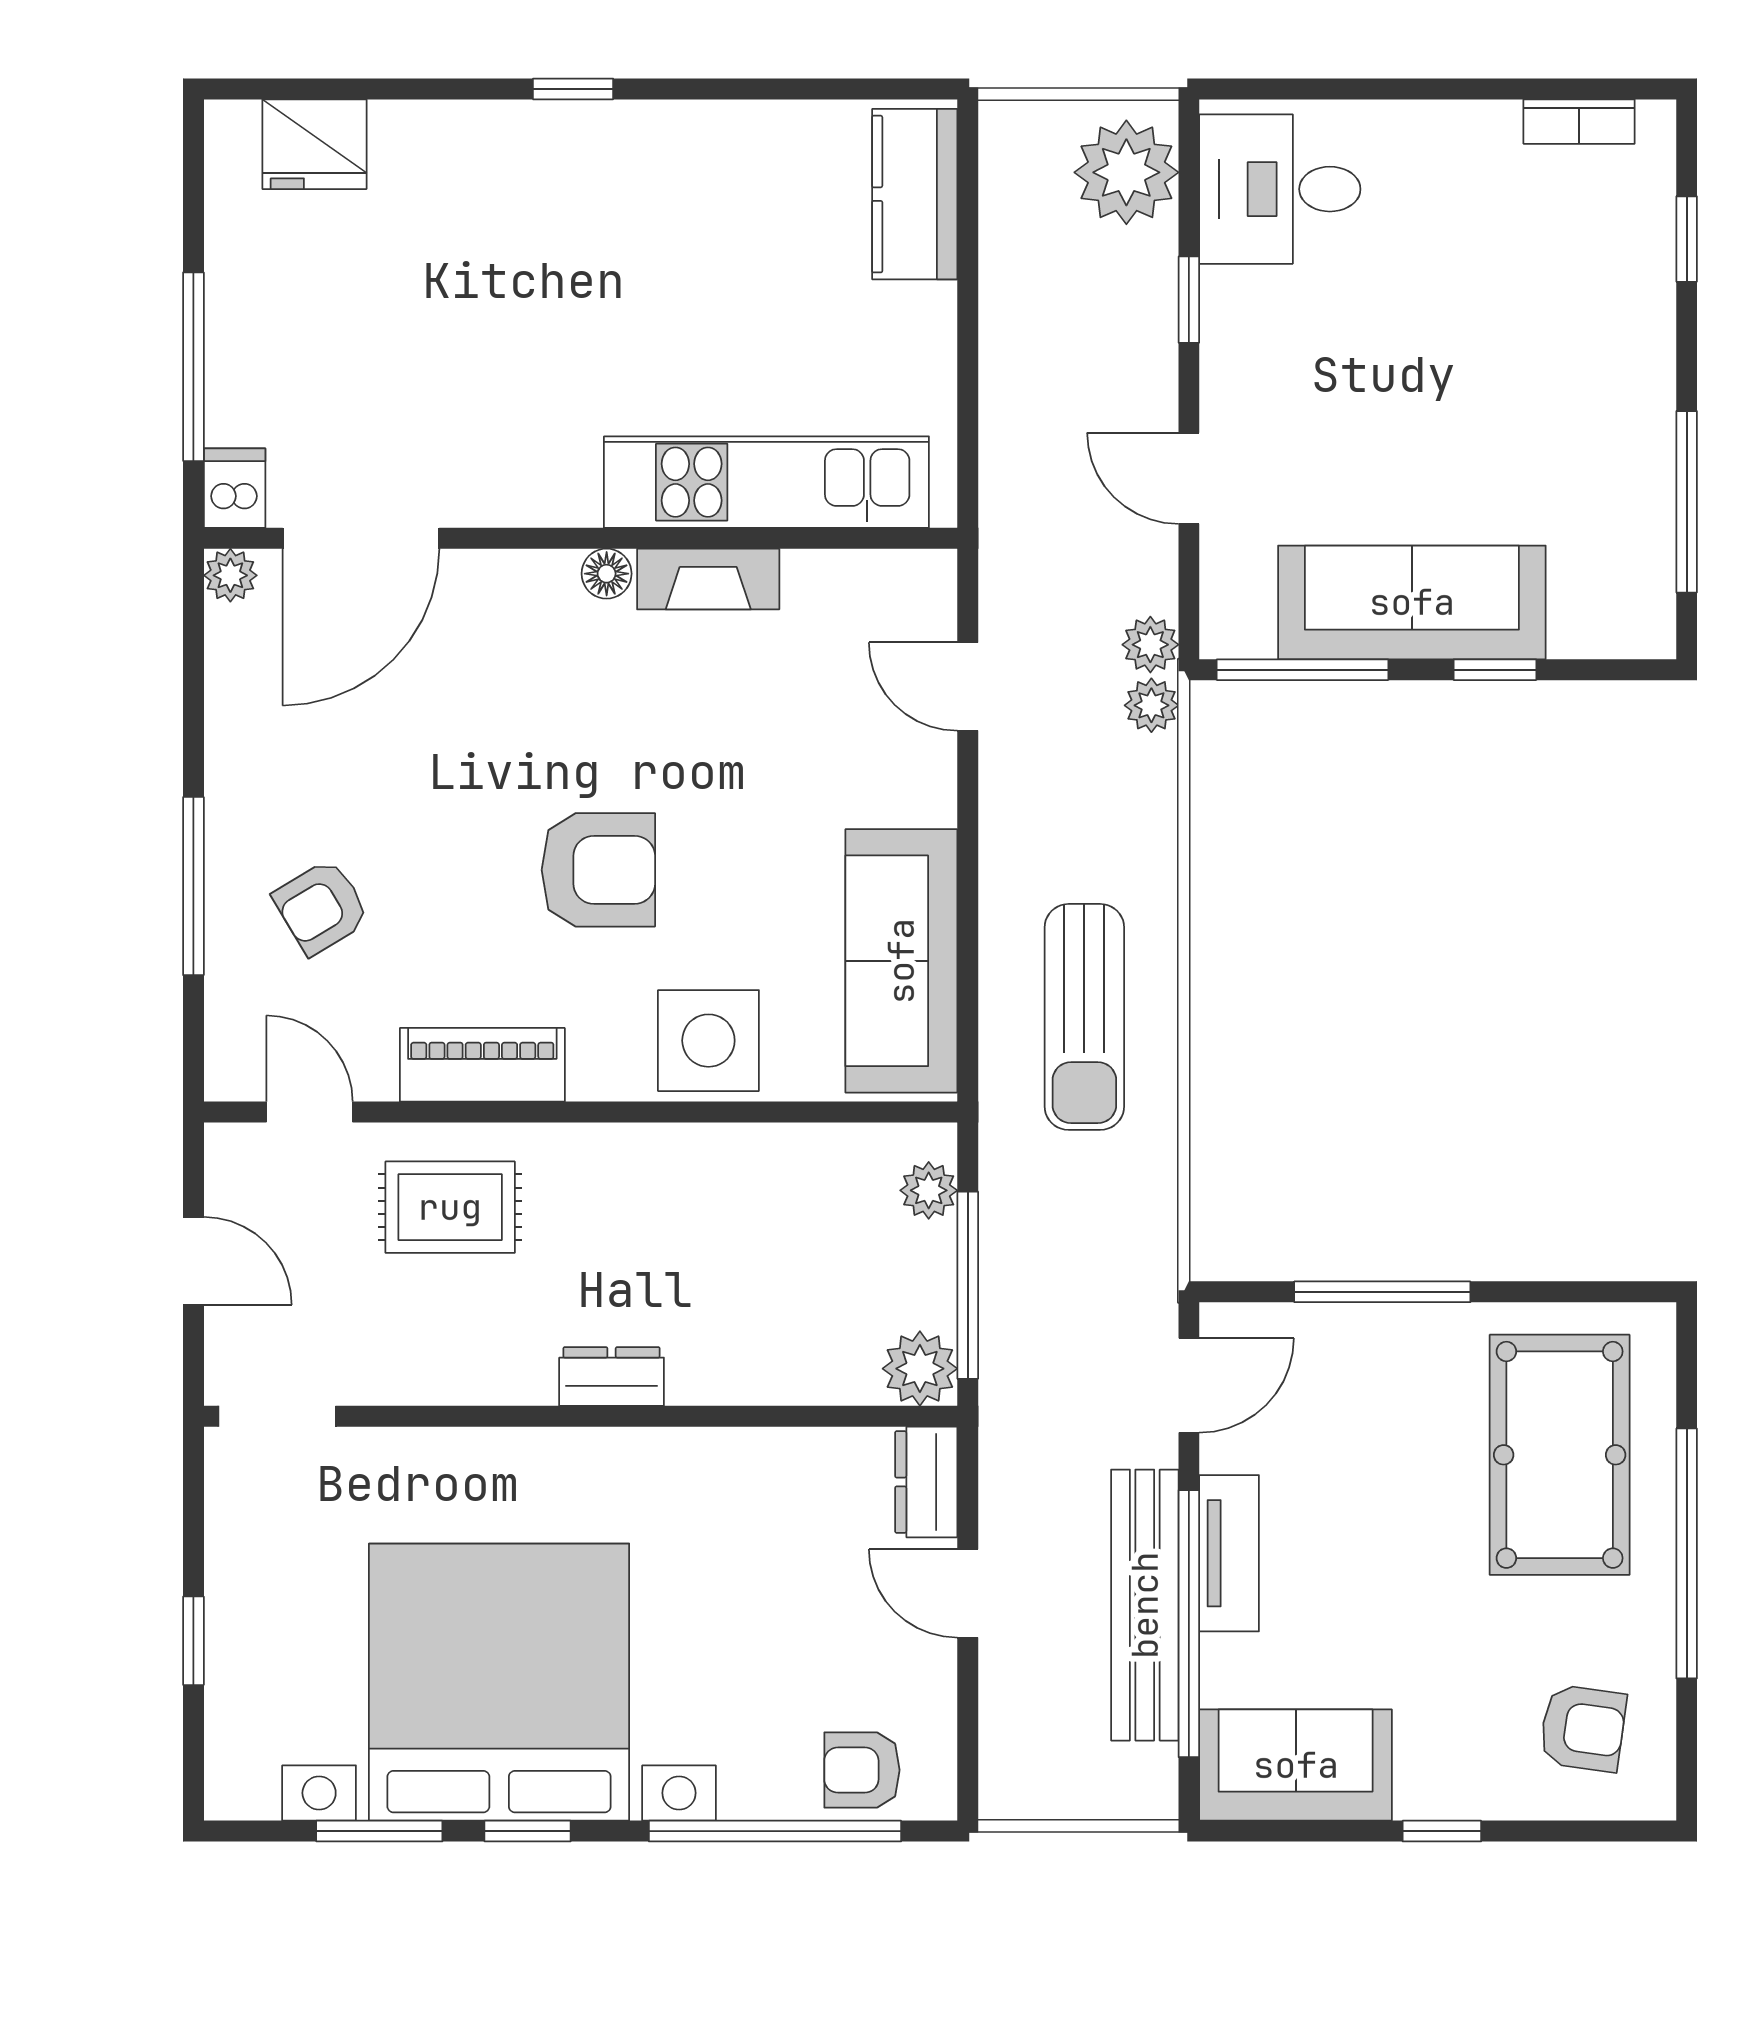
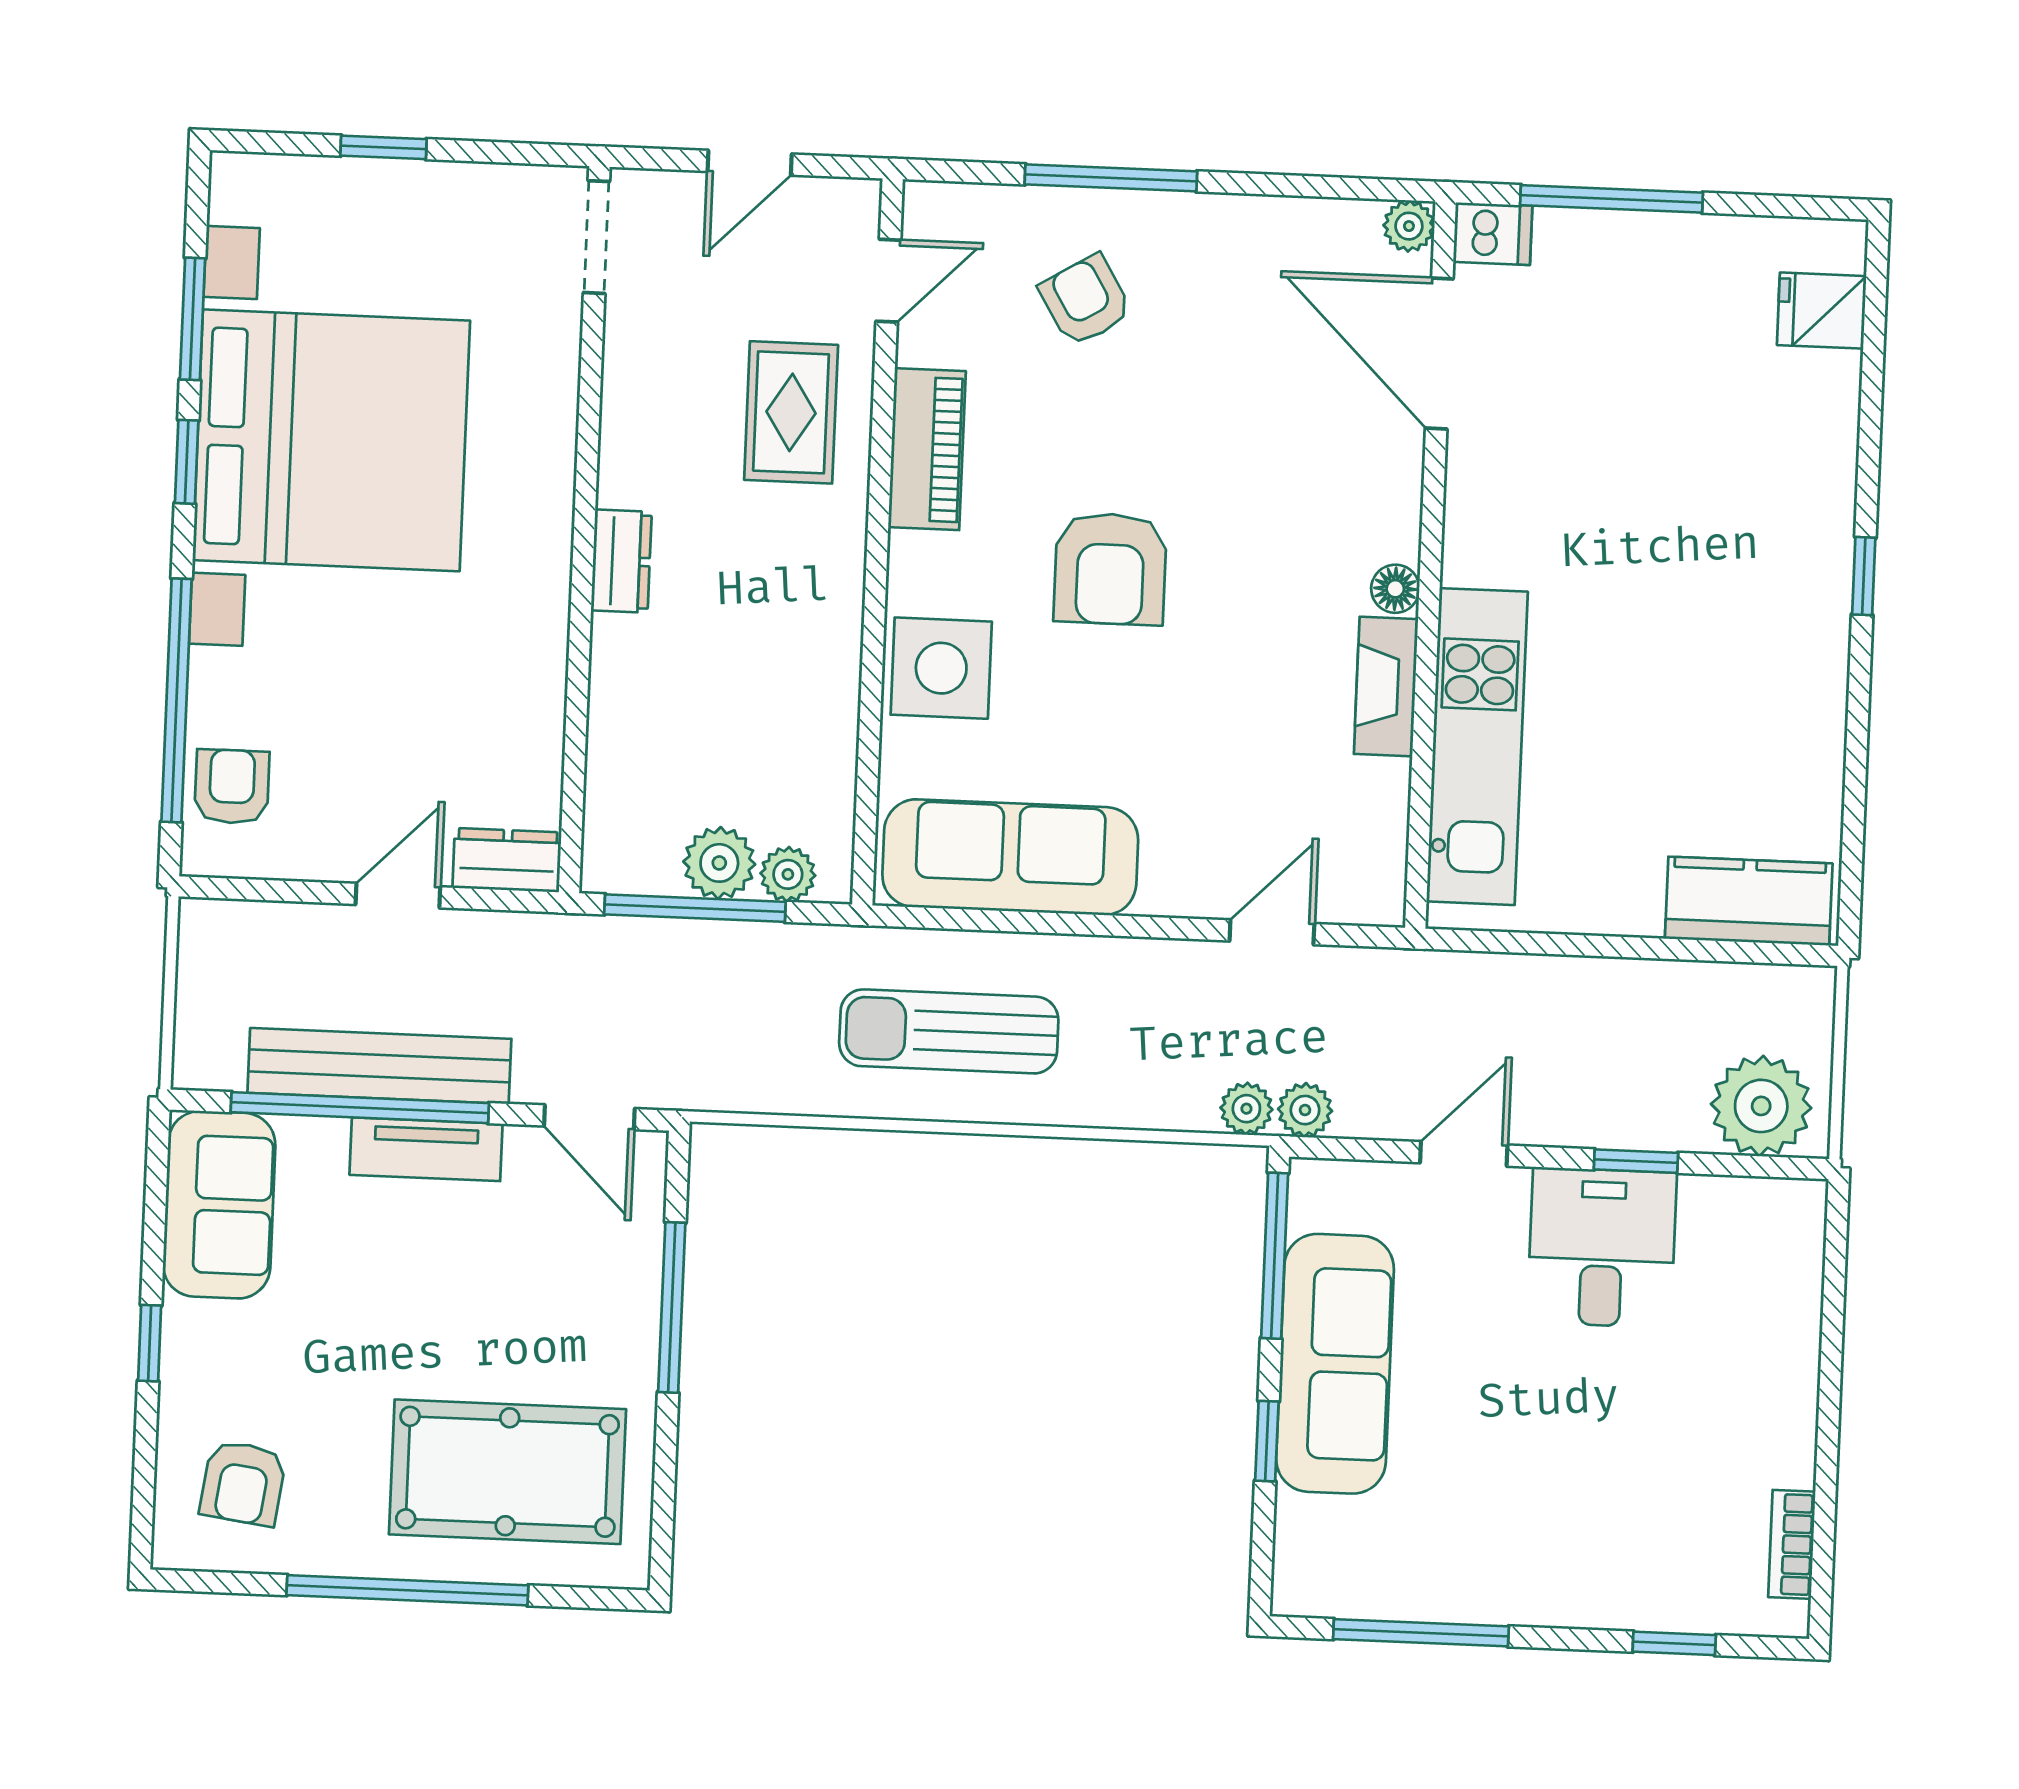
fridge: (314, 144) -> (1822, 311), width x0.72
desk: (1280, 189) -> (1602, 1248), moved
plant: (920, 1369) -> (719, 863), moved

